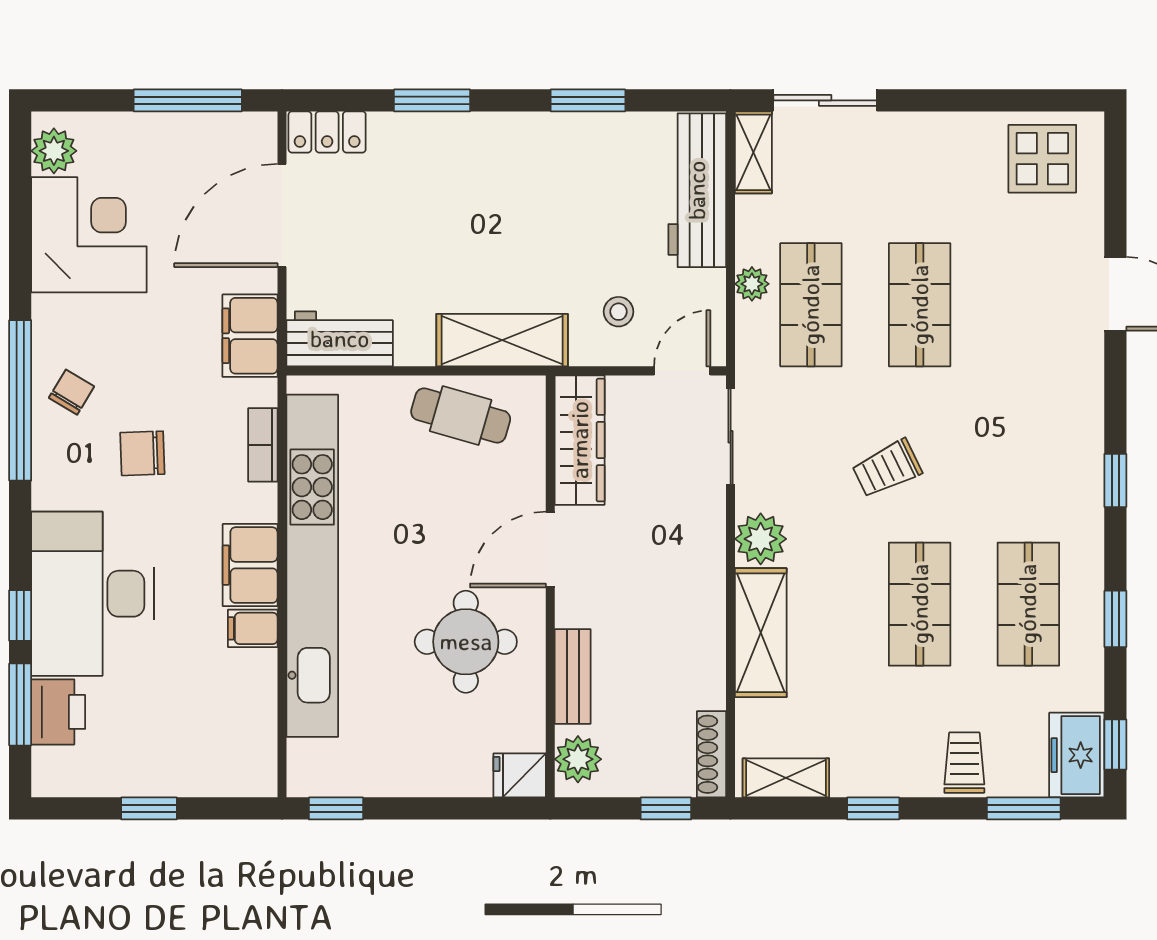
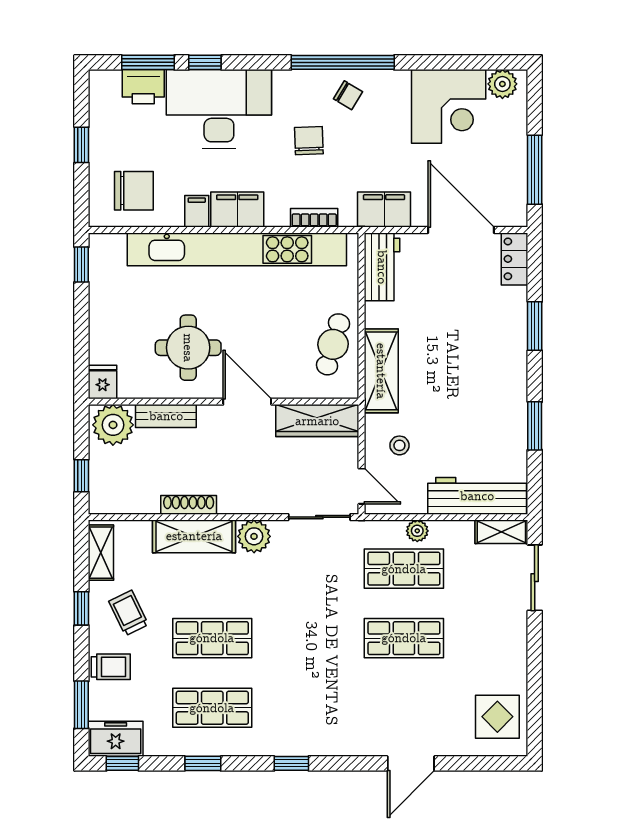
trolley: (887, 468) -> (129, 613), moved
chair: (221, 727) -> (134, 191), added
shoe rack: (711, 754) -> (189, 505), moved
plant: (578, 759) -> (113, 425), width x1.36, depth x1.36

